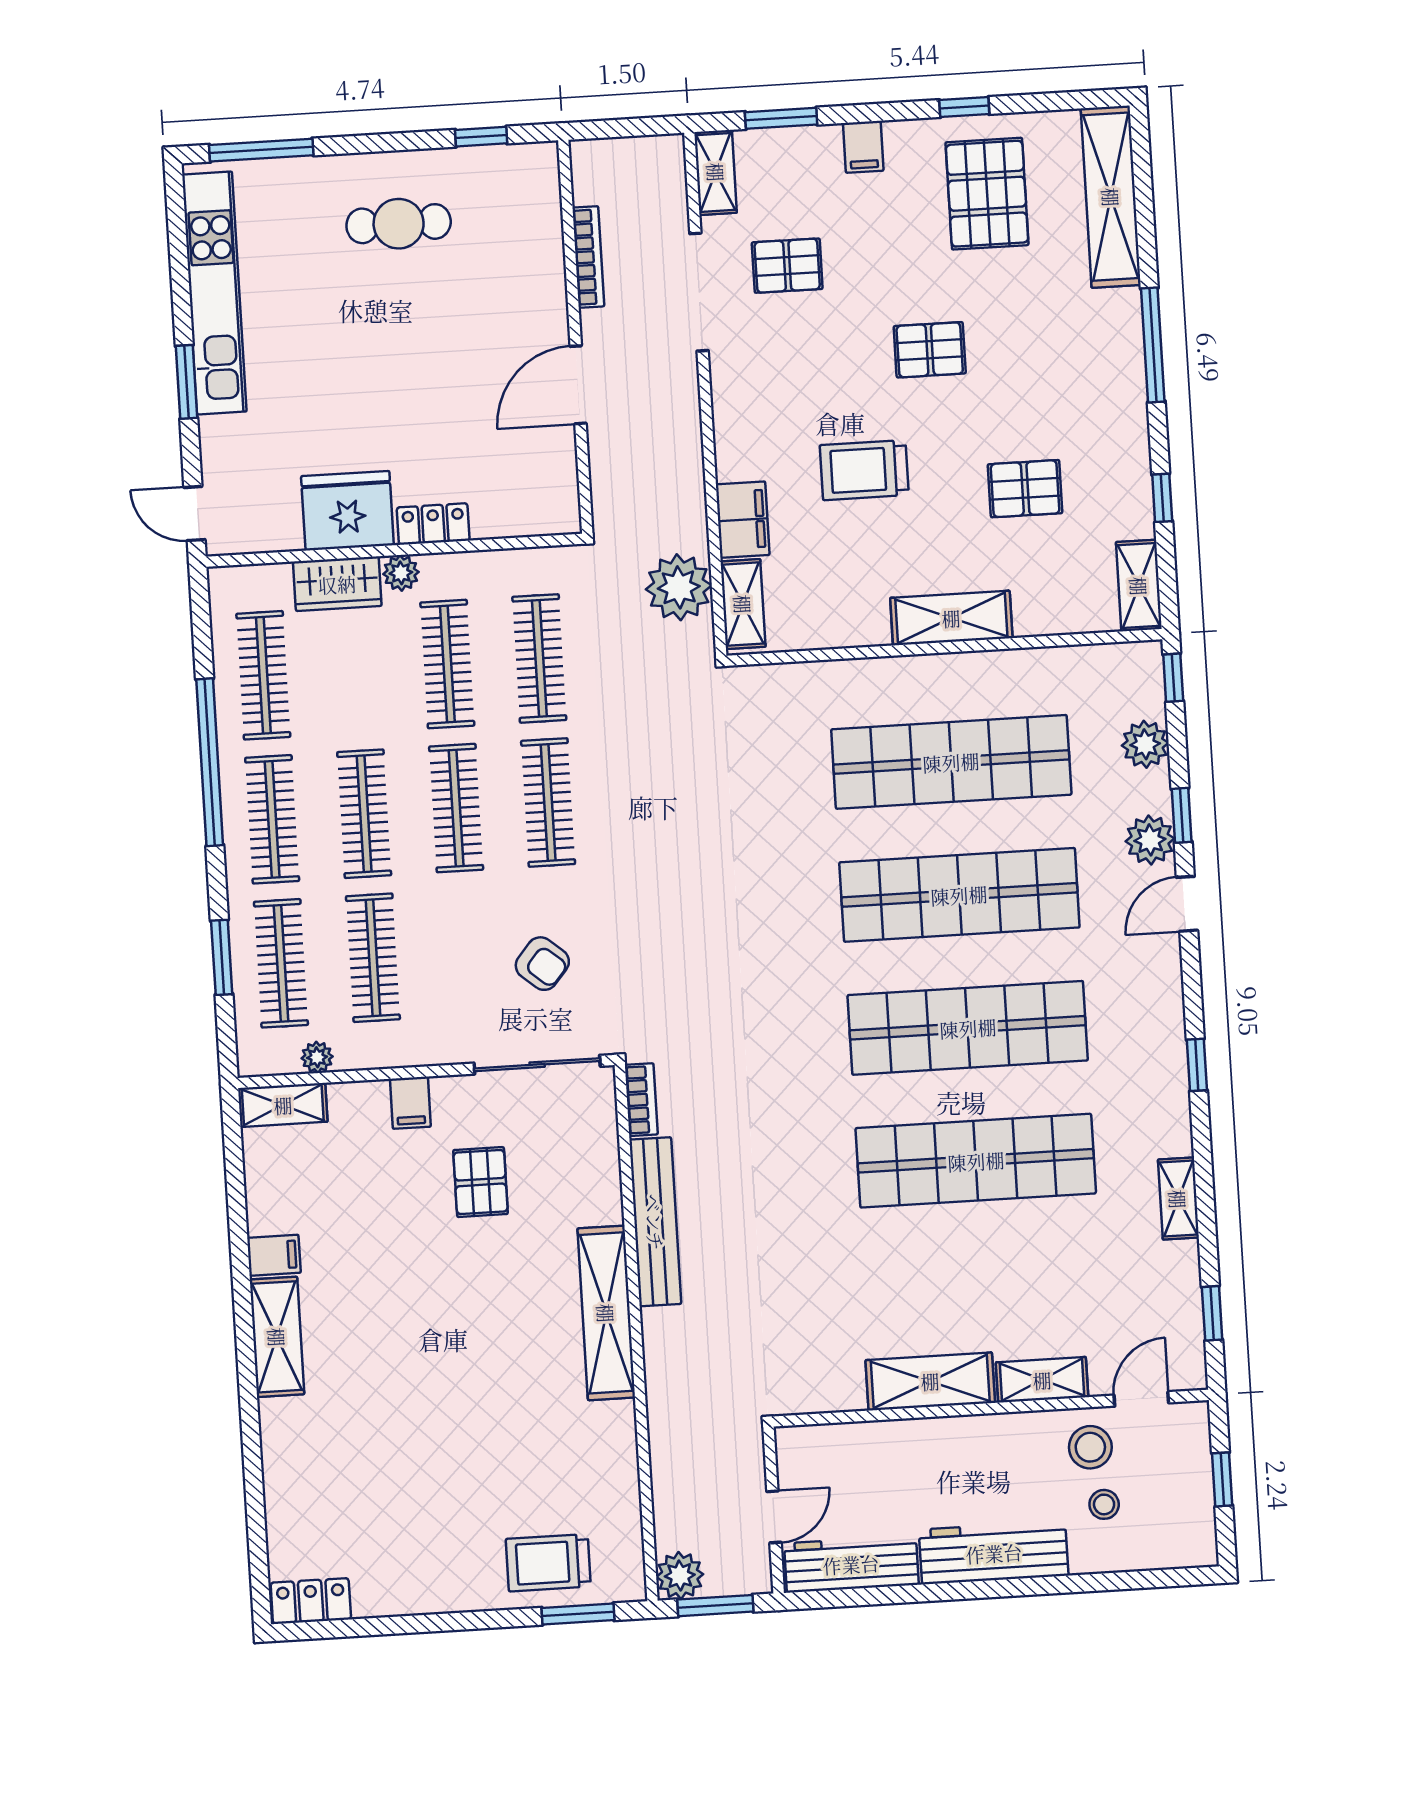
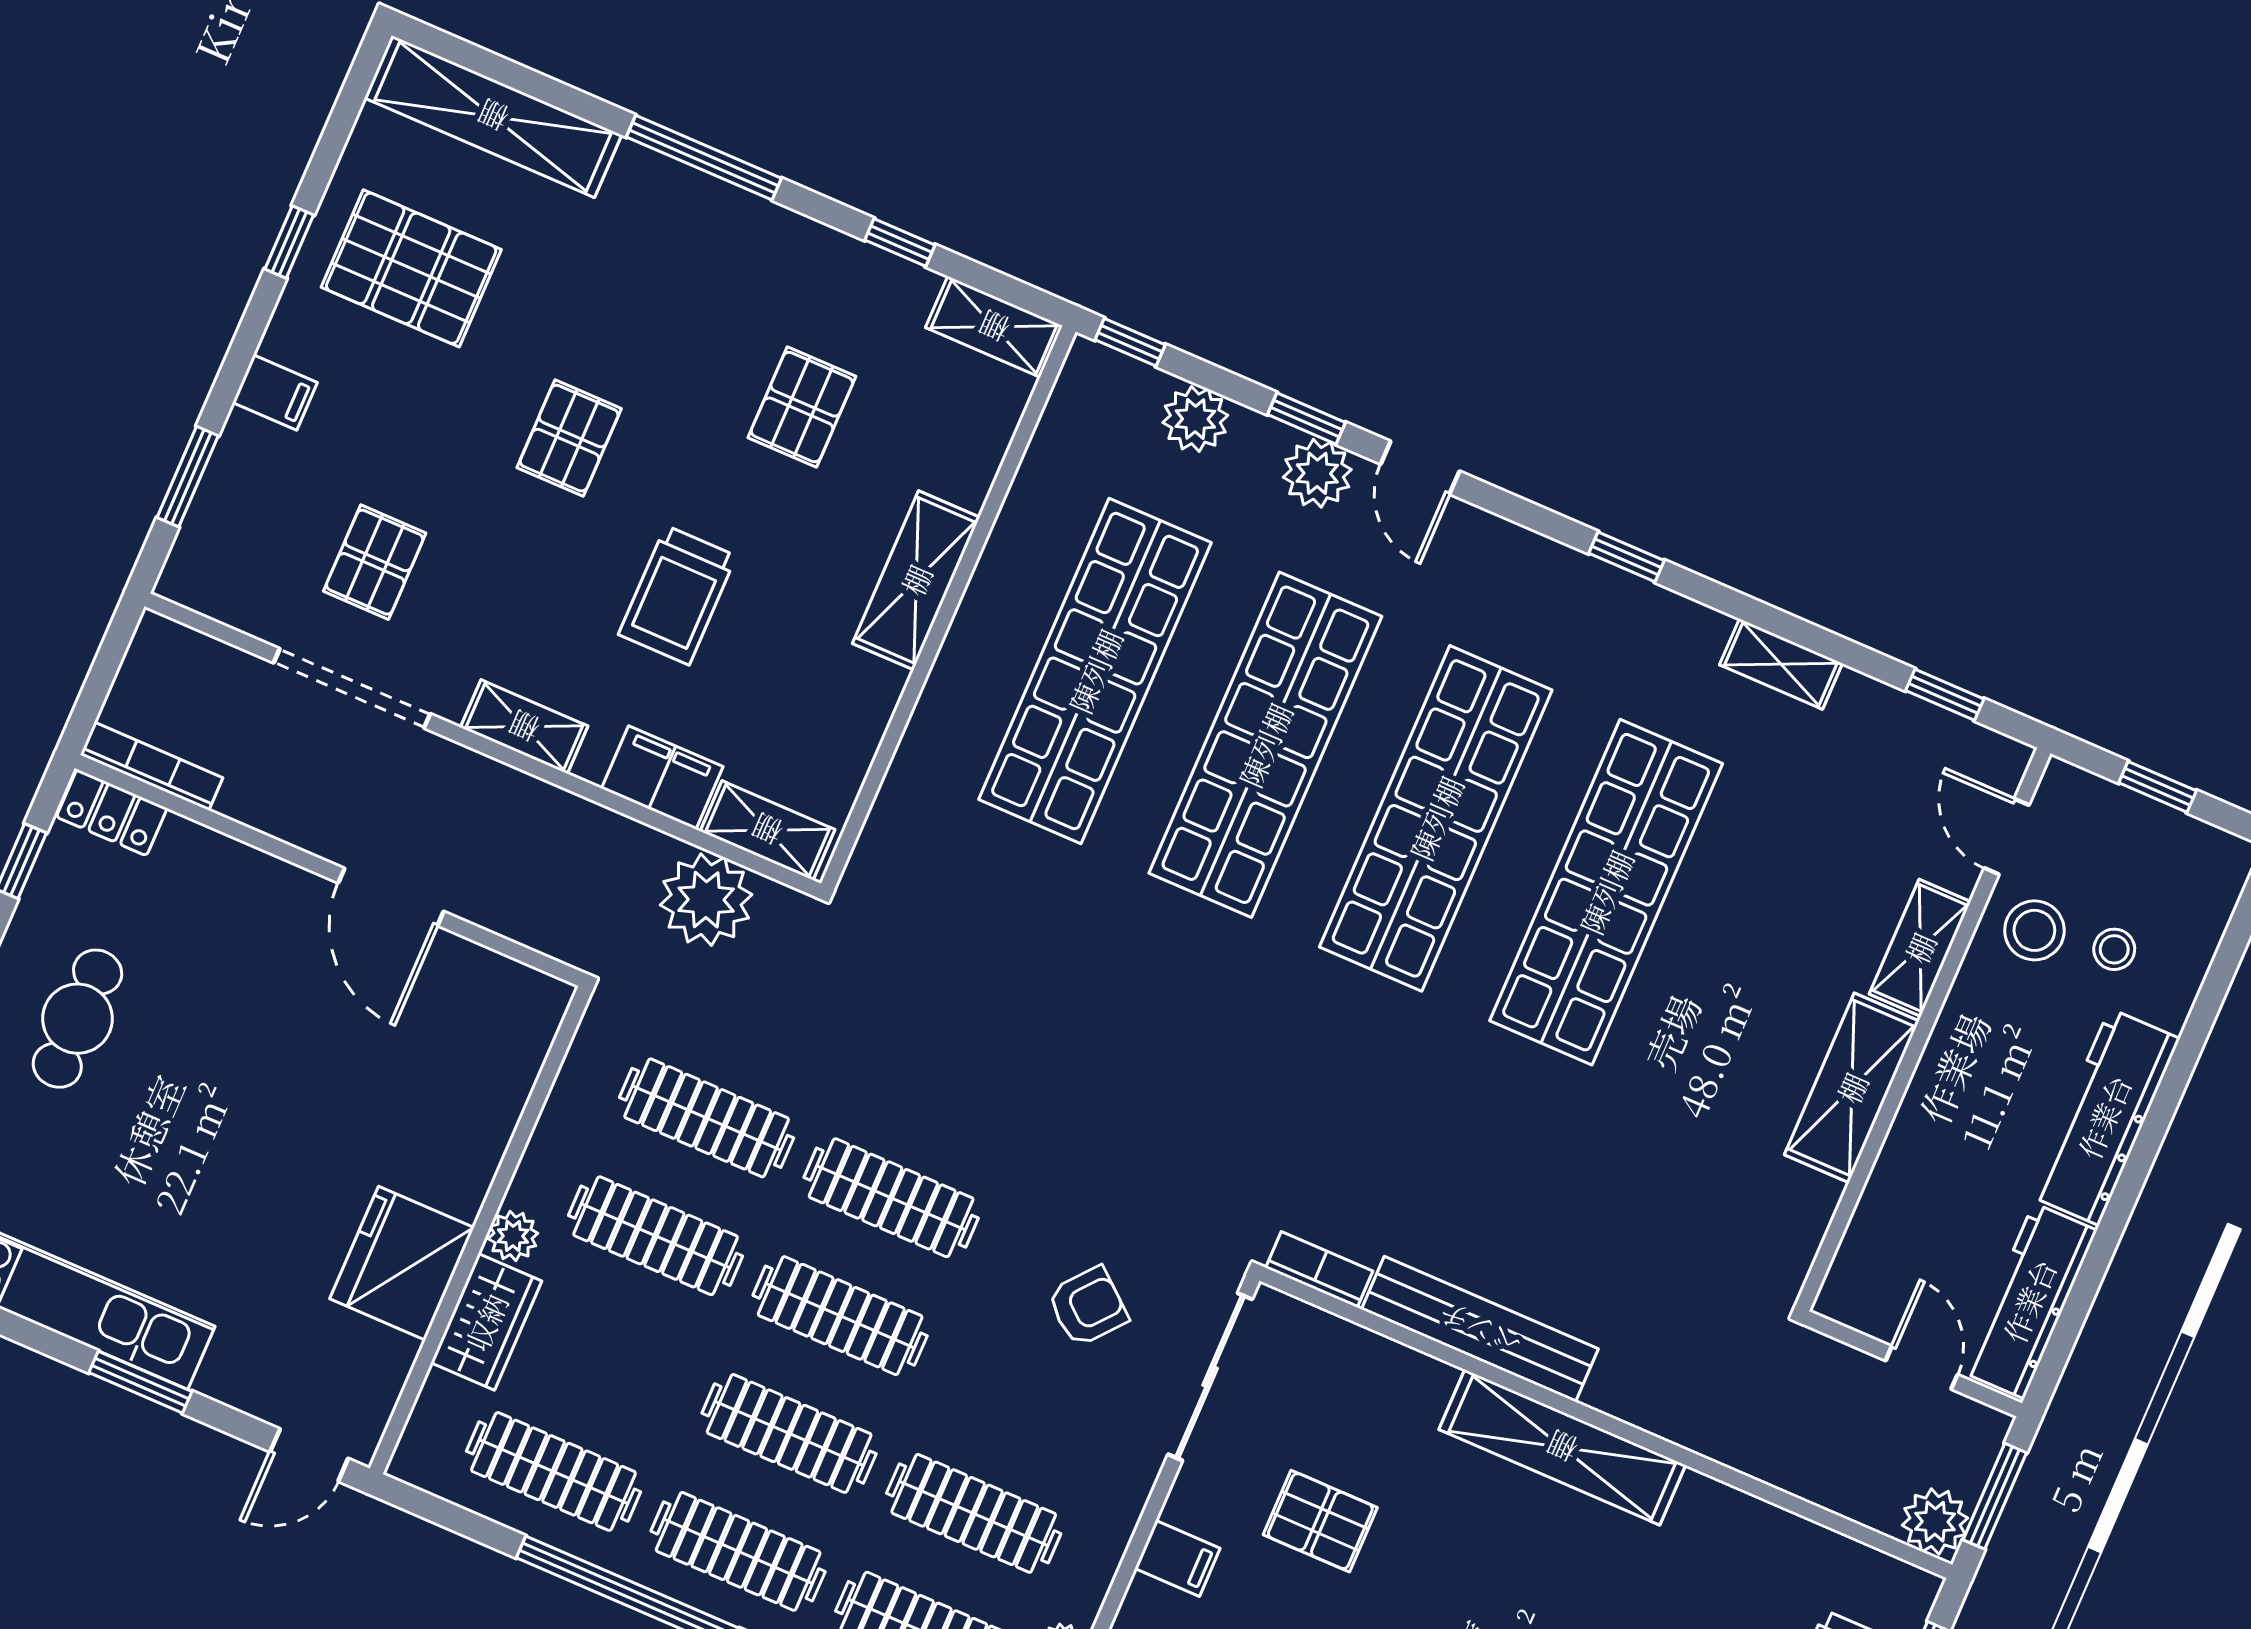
shelving: (716, 172) -> (524, 727), moved
bookcase: (588, 257) -> (152, 766), moved
locker: (433, 524) -> (112, 813), moved, turned -90

